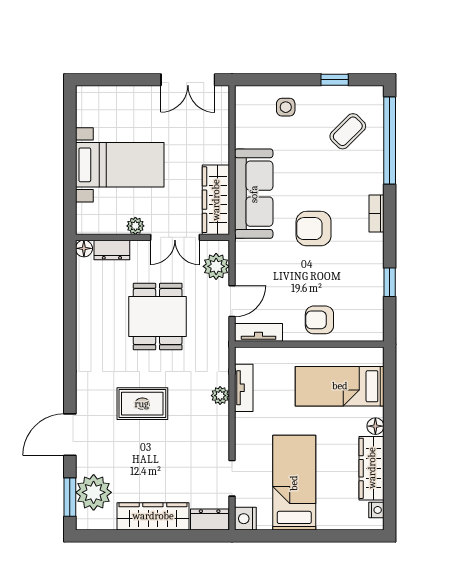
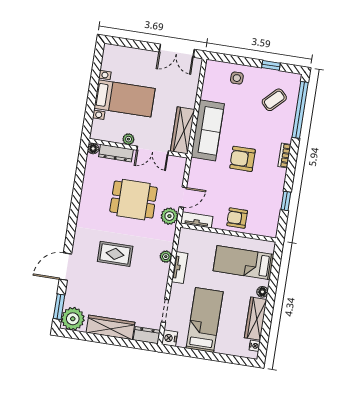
dresser: (112, 250) -> (116, 153), width x1.44
plant: (216, 266) -> (169, 216), moved
dining table: (158, 317) -> (134, 200), turned 90
tv unit: (244, 388) -> (180, 268), moved
plant: (94, 492) -> (73, 319), moved

